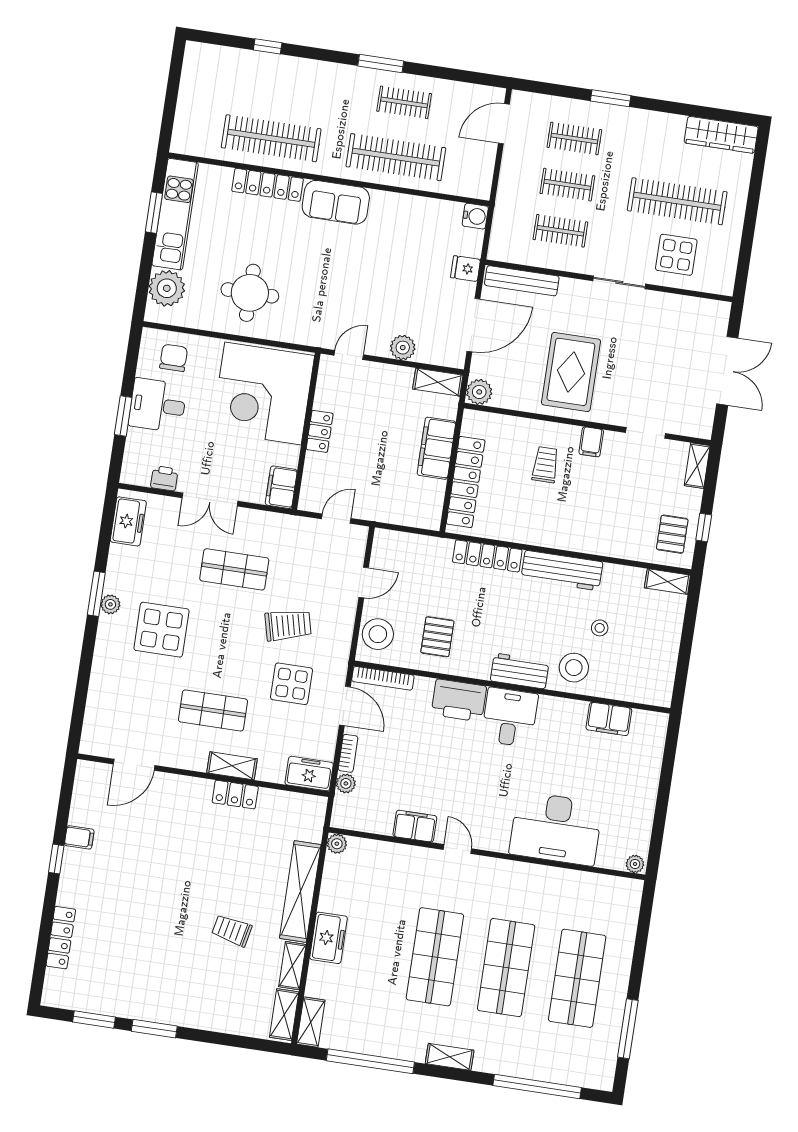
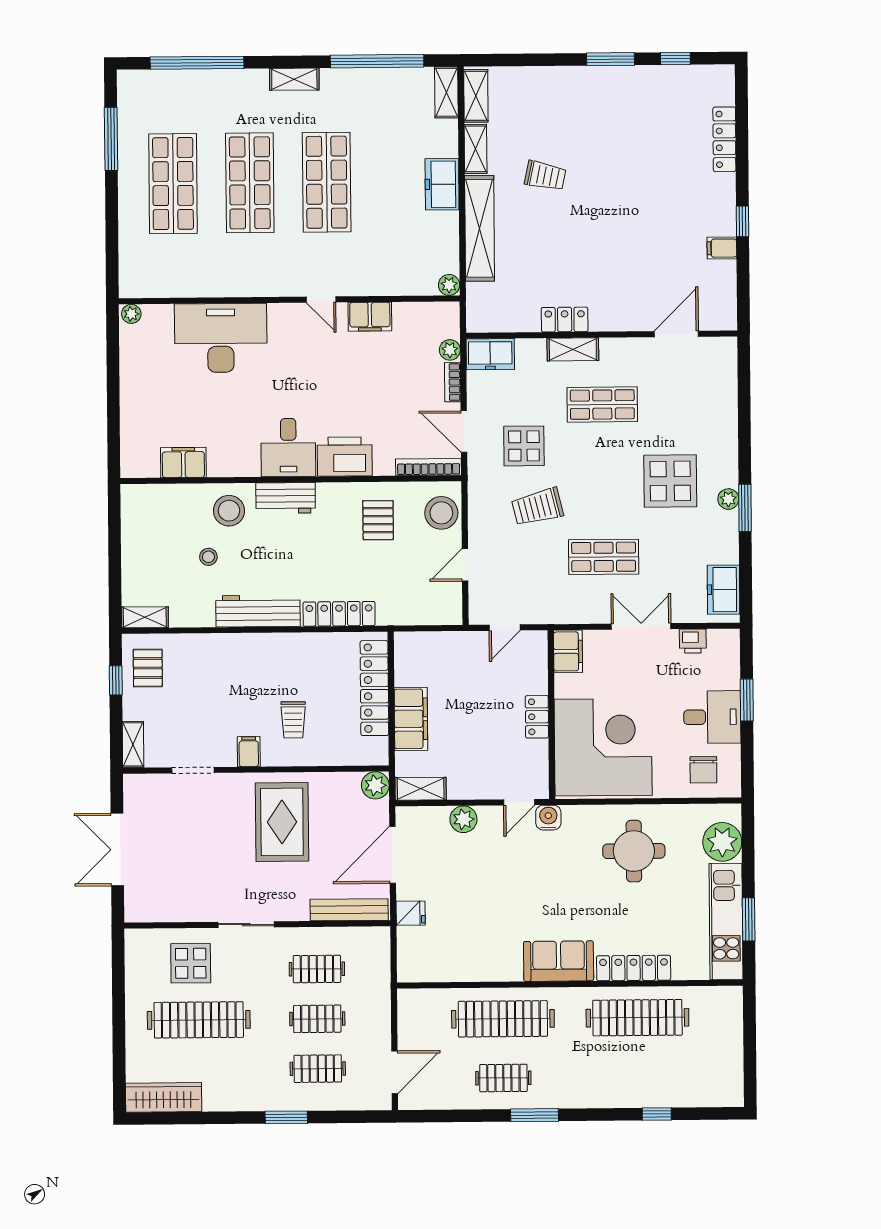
water cooler: (475, 216) -> (548, 818), moved, turned 90
window: (94, 1020) -> (675, 59), width x0.67

